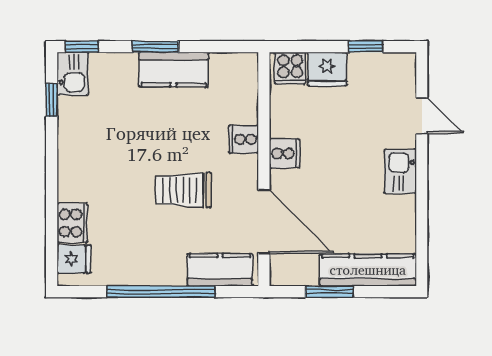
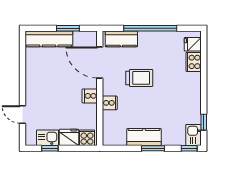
kitchen sink: (400, 171) -> (47, 138), moved, turned -90

